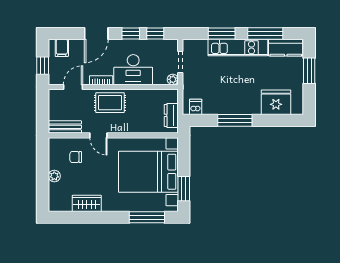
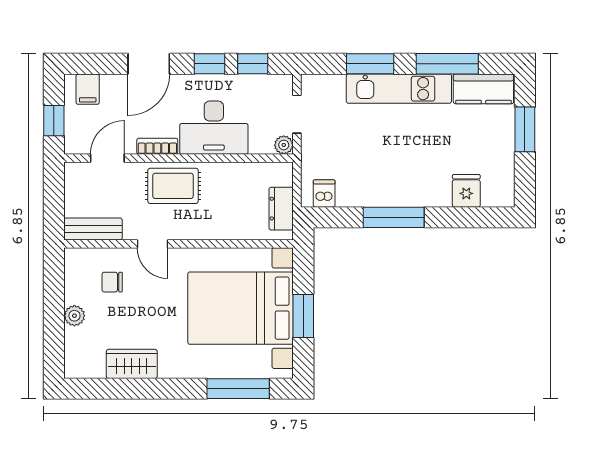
fridge: (276, 102) -> (466, 191), width x0.53, depth x0.75
window: (184, 189) -> (303, 316), moved

